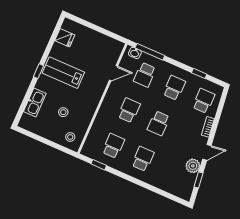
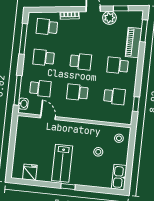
window: (199, 73) -> (23, 39), width x2.17
kitchen sink: (35, 103) -> (119, 177), moved, turned -90
school desk: (113, 146) -> (114, 96), turned 180
piano: (161, 182) -> (133, 42), added
window: (169, 196) -> (144, 31), added

